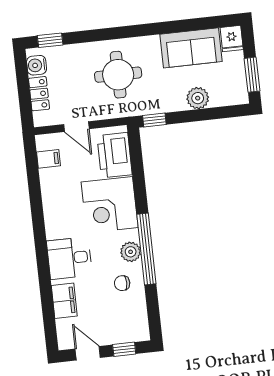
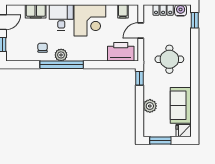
corner desk: (110, 205) -> (90, 20), moved, turned 180

